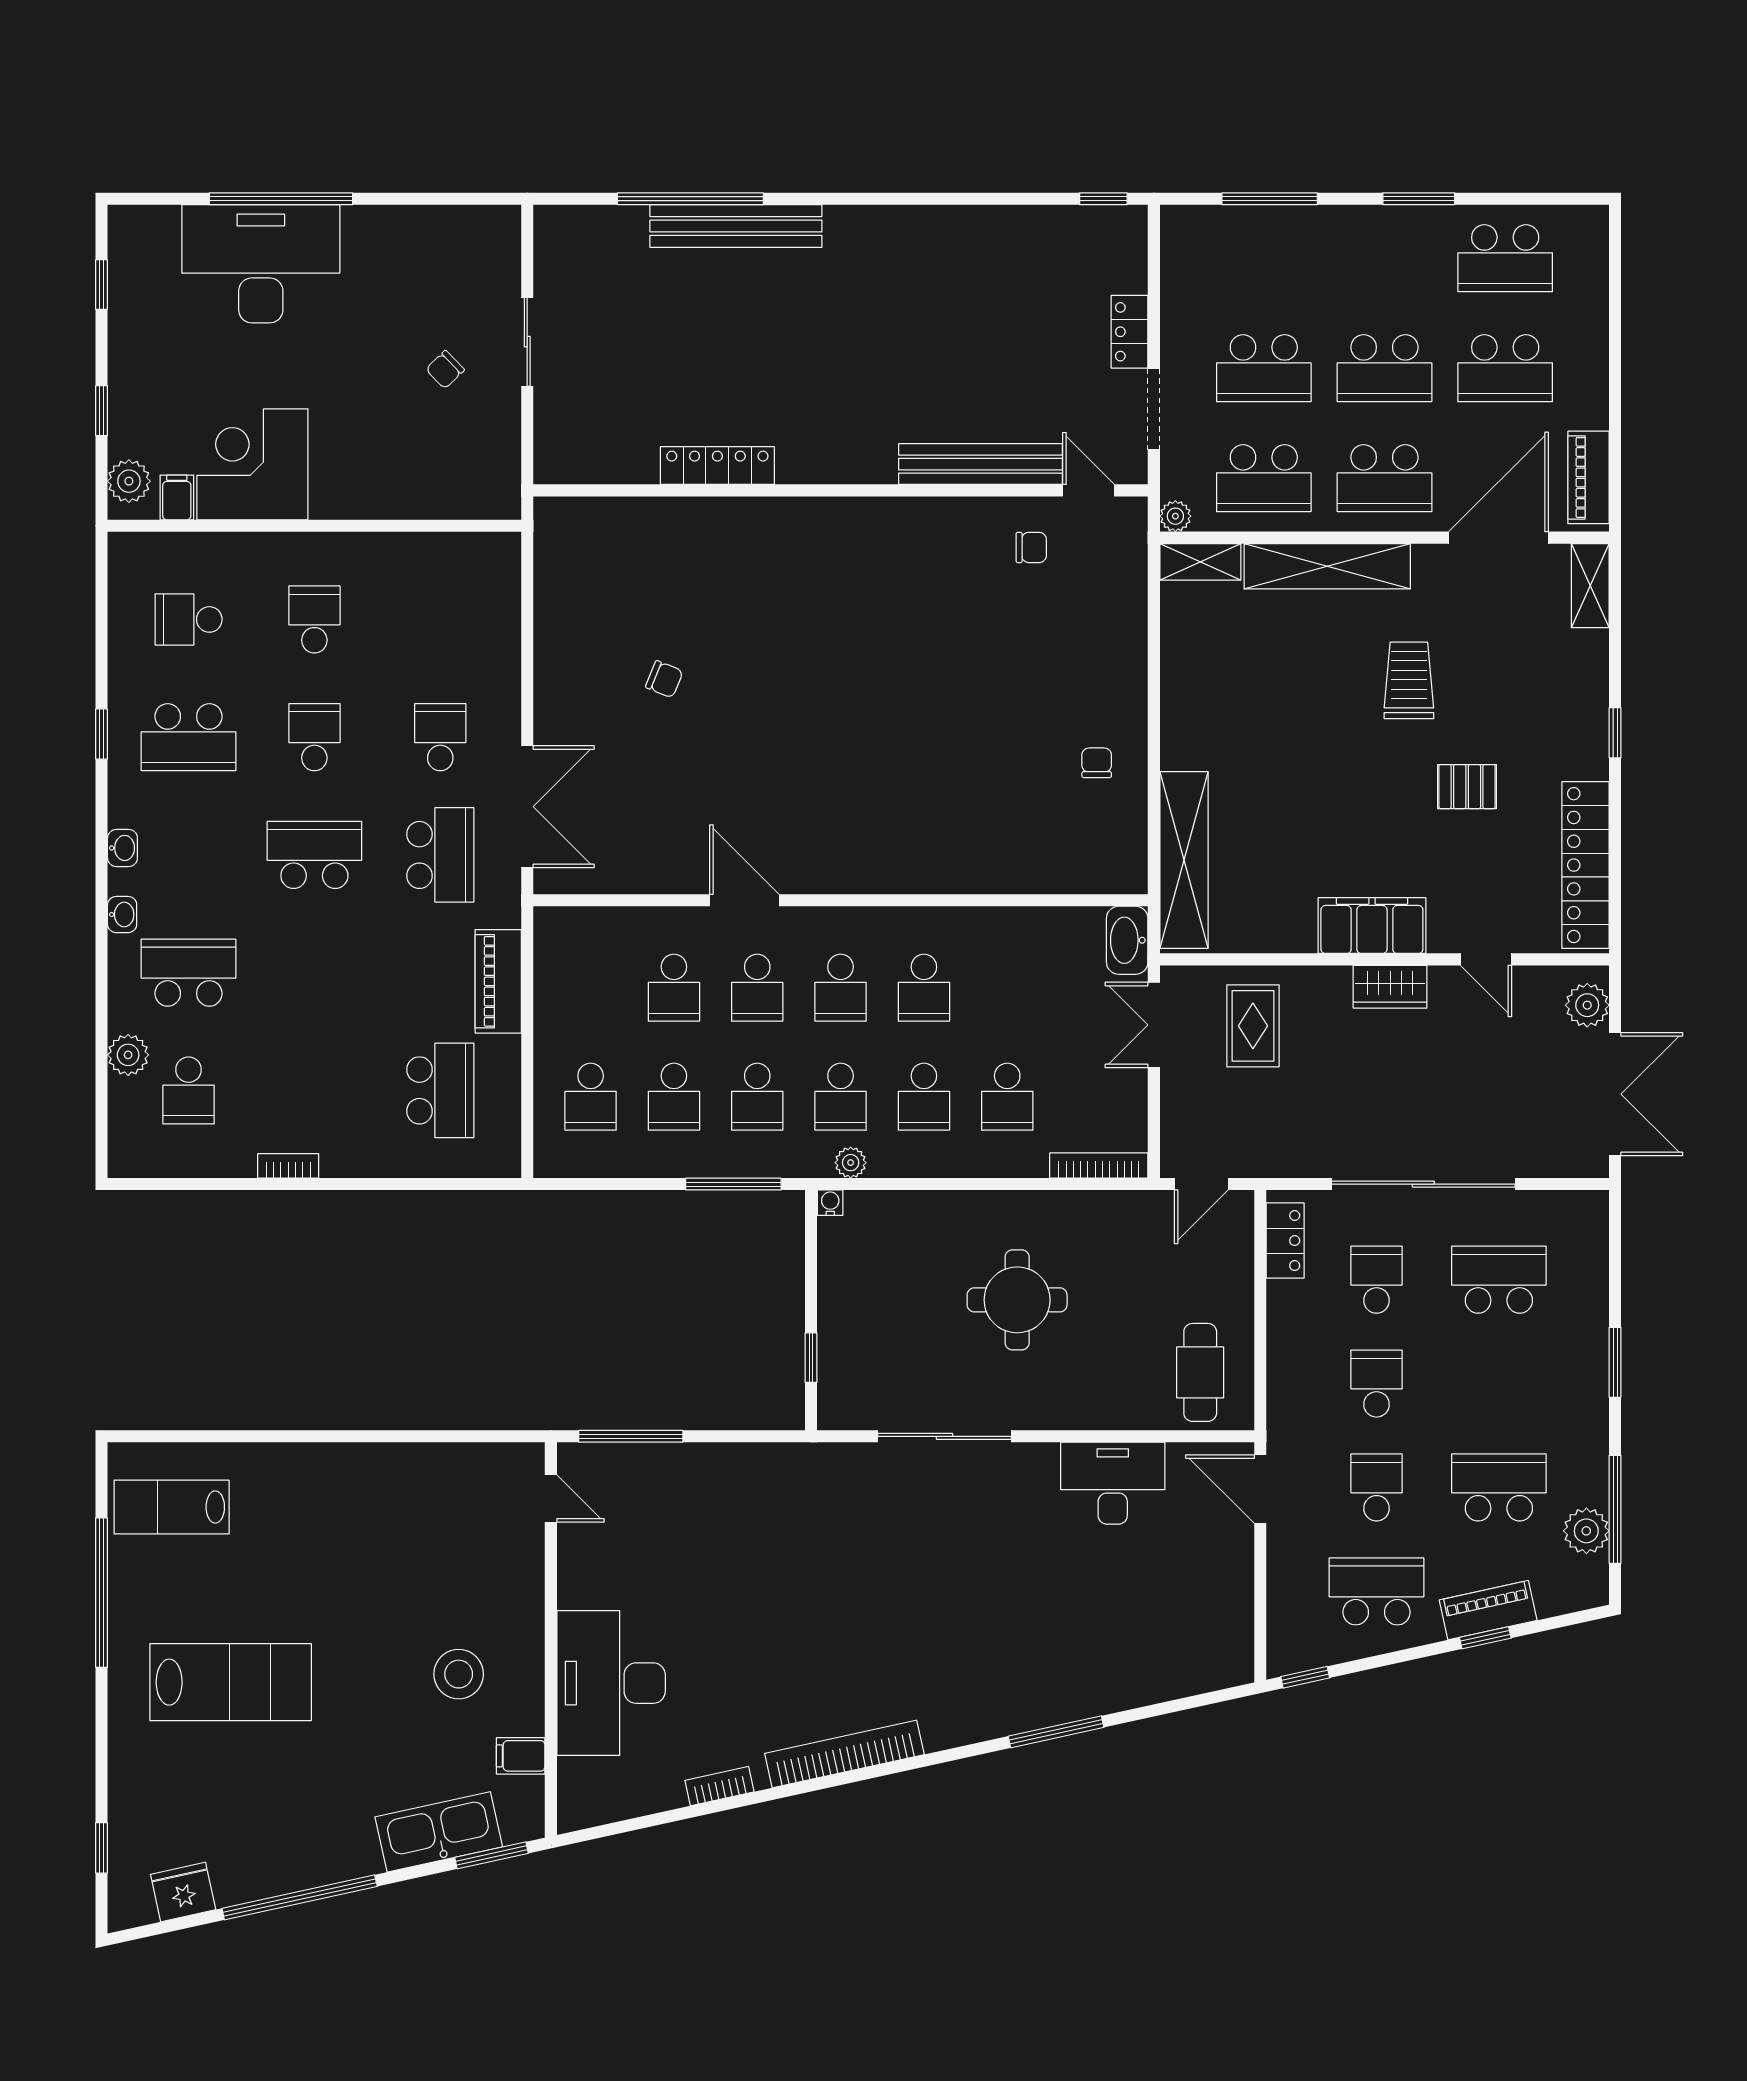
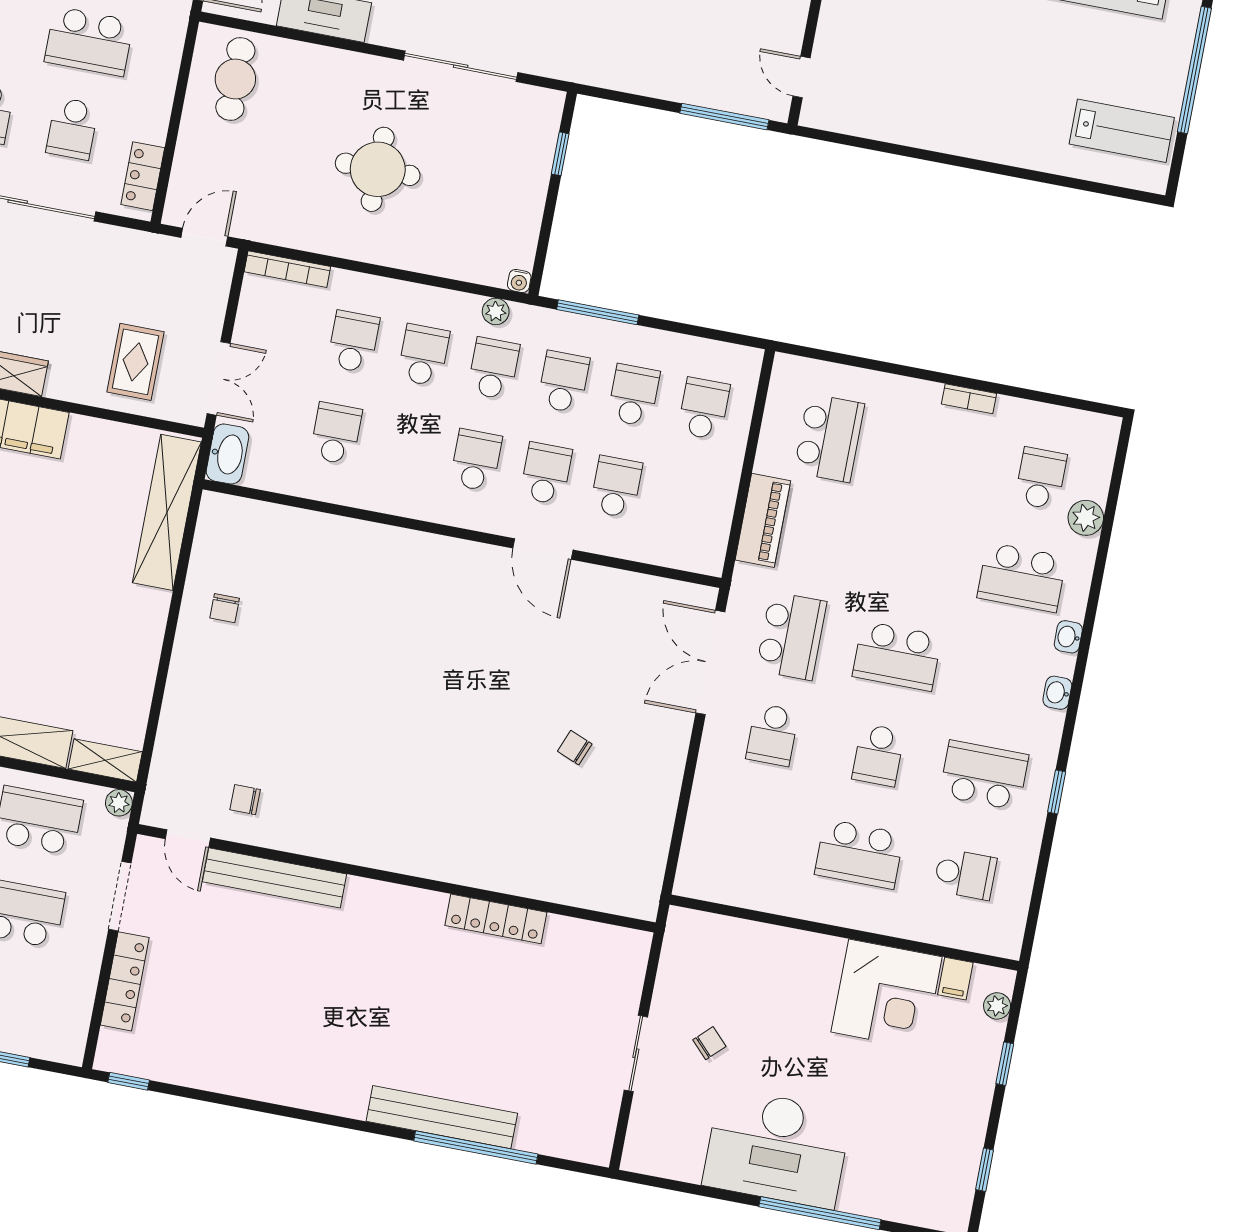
desk: (261, 264) -> (777, 1148), moved
locker: (1130, 332) -> (125, 981), width x1.53
plant: (129, 481) -> (997, 1006), width x0.73, depth x0.73
school desk: (314, 619) -> (859, 854), width x1.85
school desk: (440, 855) -> (791, 636), turned 180
school desk: (924, 988) -> (336, 433), moved
school desk: (440, 1090) -> (829, 438), turned 180
school desk: (1377, 1384) -> (89, 41), width x1.85

